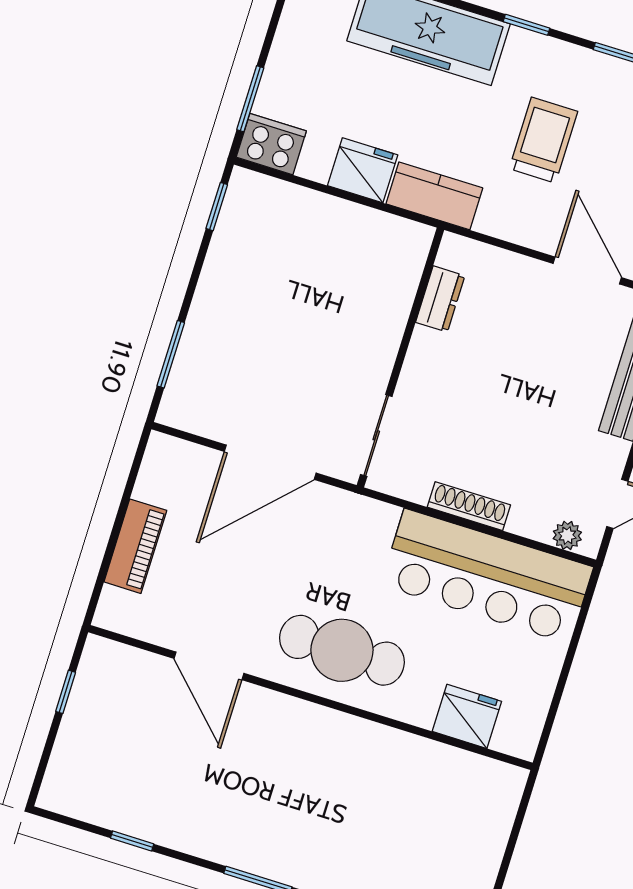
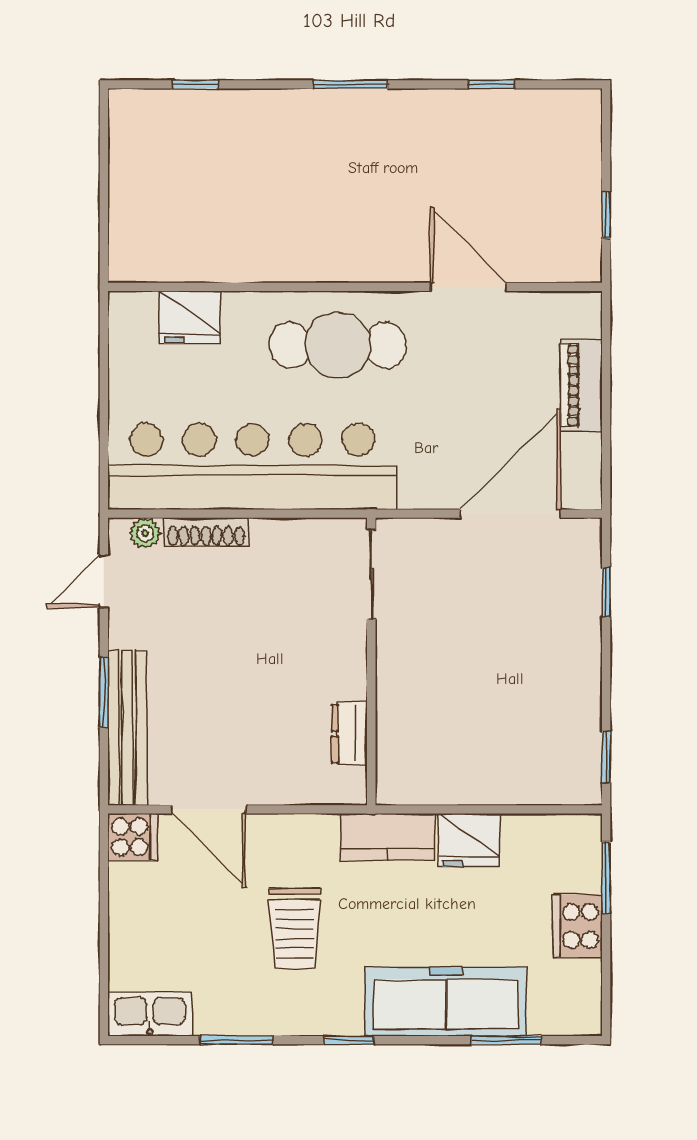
cooker: (271, 144) -> (578, 926), moved, turned 90
window: (171, 354) -> (606, 592), width x0.67
door: (270, 462) -> (510, 514), moved
shoe rack: (469, 506) -> (206, 532), moved
bar counter: (487, 576) -> (252, 467), width x1.36

